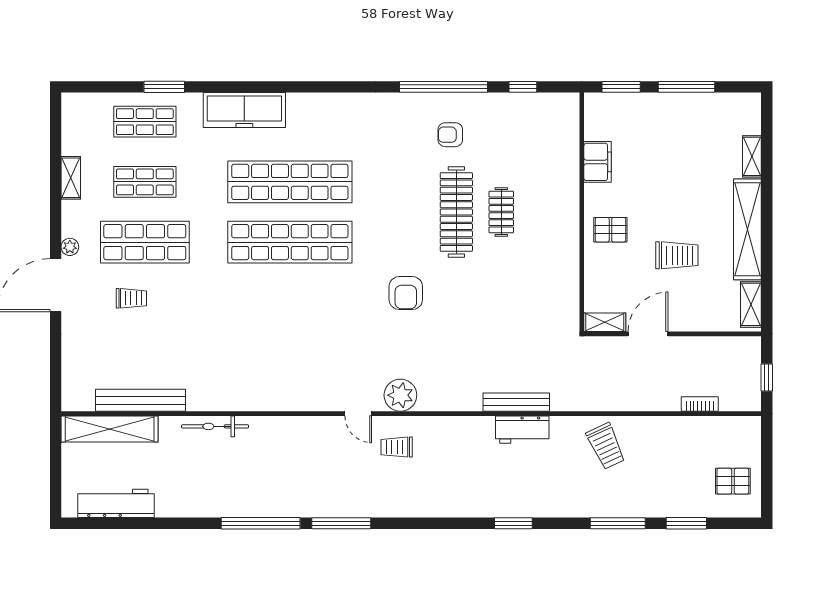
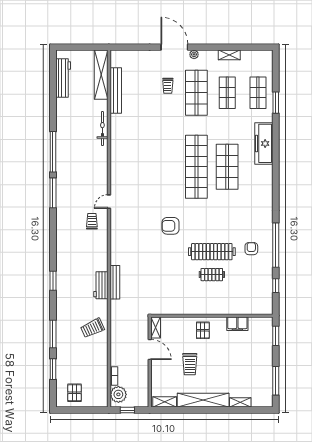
window: (686, 87) -> (276, 381), moved
shop shelf: (290, 182) -> (227, 167), width x0.71
plant: (400, 395) -> (118, 394), moved

